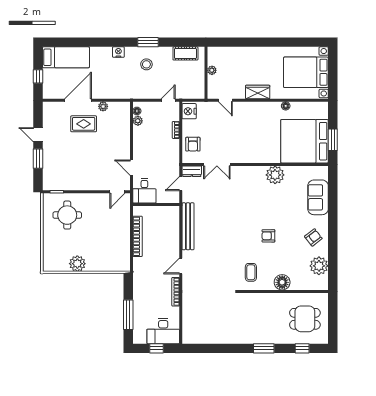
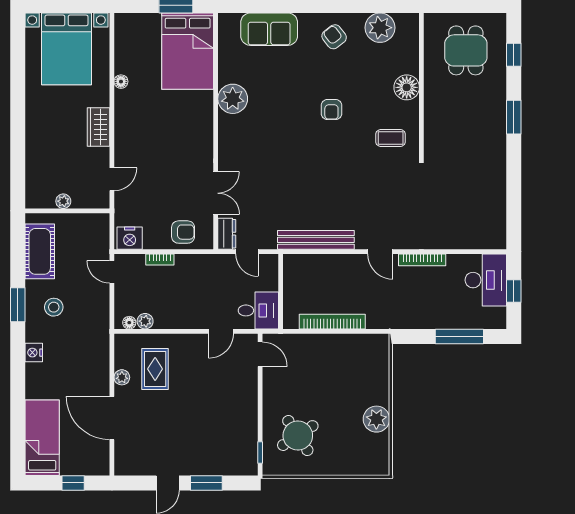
cot: (185, 53) -> (40, 251), width x1.37, depth x1.34
rug: (84, 124) -> (155, 369), moved
bed: (304, 141) -> (188, 51), width x0.73
round table: (67, 215) -> (298, 436), turned -33

